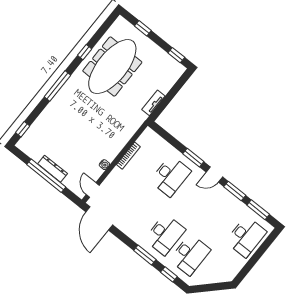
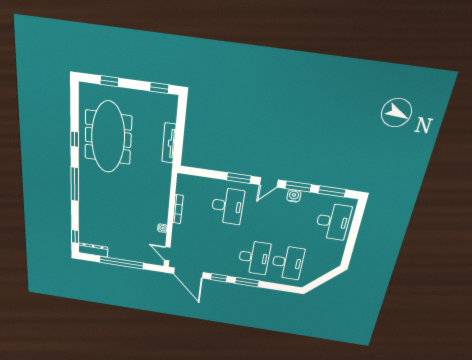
tv unit: (153, 103) -> (169, 143), width x1.41
dresser: (53, 169) -> (93, 250), moved
water cooler: (227, 197) -> (294, 196), added
window: (169, 274) -> (219, 278), moved

